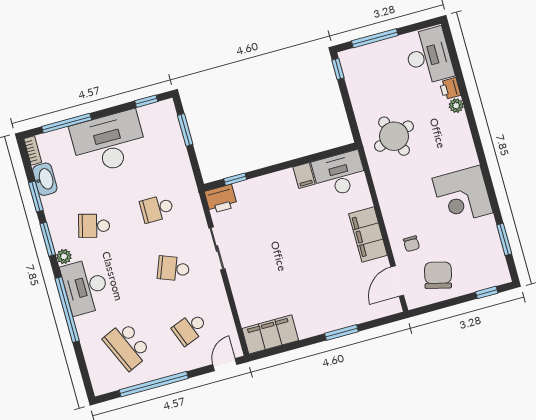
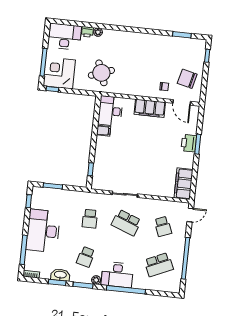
washbasin: (45, 179) -> (60, 275), moved
corner desk: (462, 195) -> (59, 73), moved, turned 180
printer: (221, 199) -> (189, 143), moved, turned 180
school desk: (173, 269) -> (126, 223), width x1.85
door: (225, 365) -> (190, 215), swing flipped

